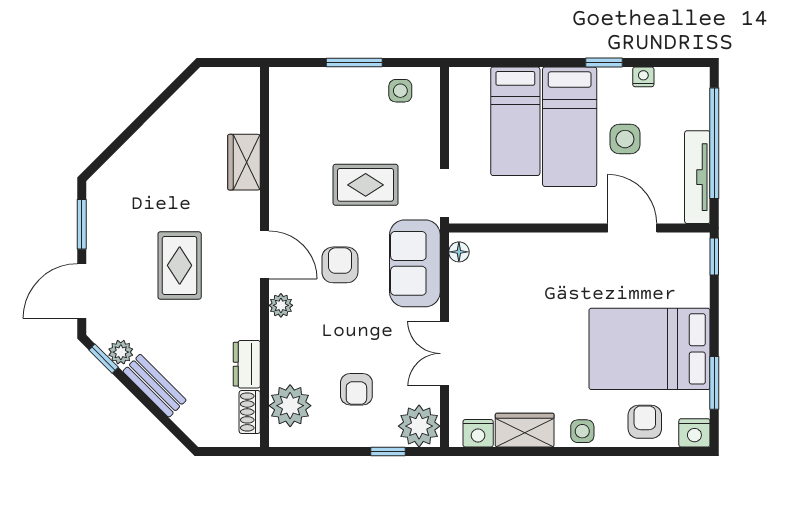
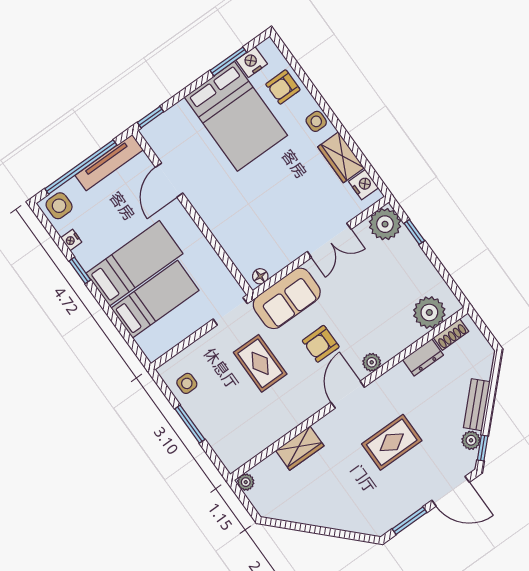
plant: (249, 78) -> (246, 482), added
side table: (625, 139) -> (59, 206), moved
armchair: (356, 389) -> (390, 279), removed
nightstand: (694, 433) -> (252, 62), moved, turned -90

